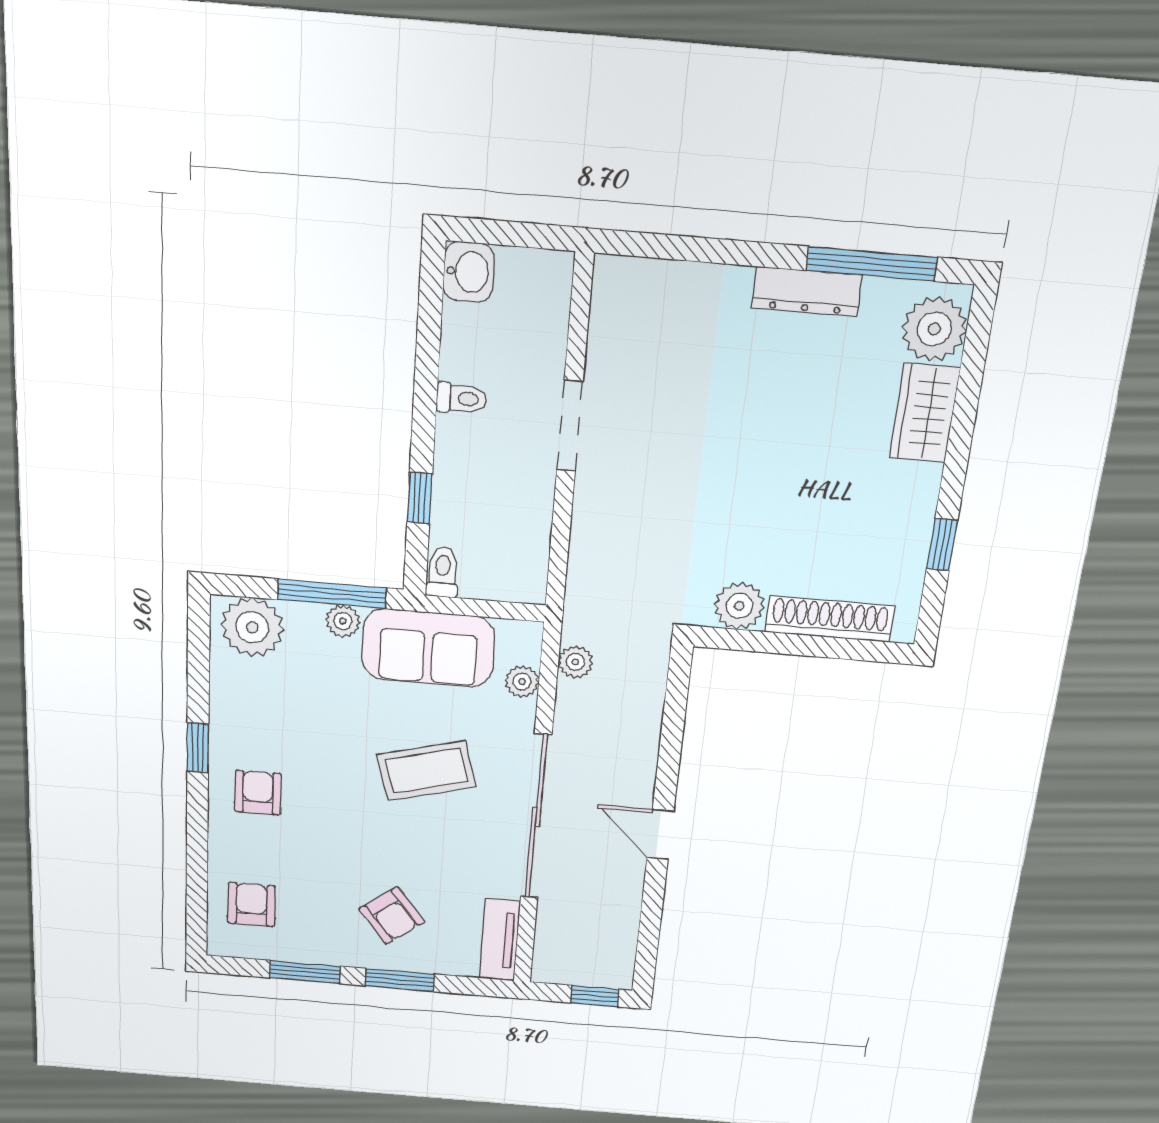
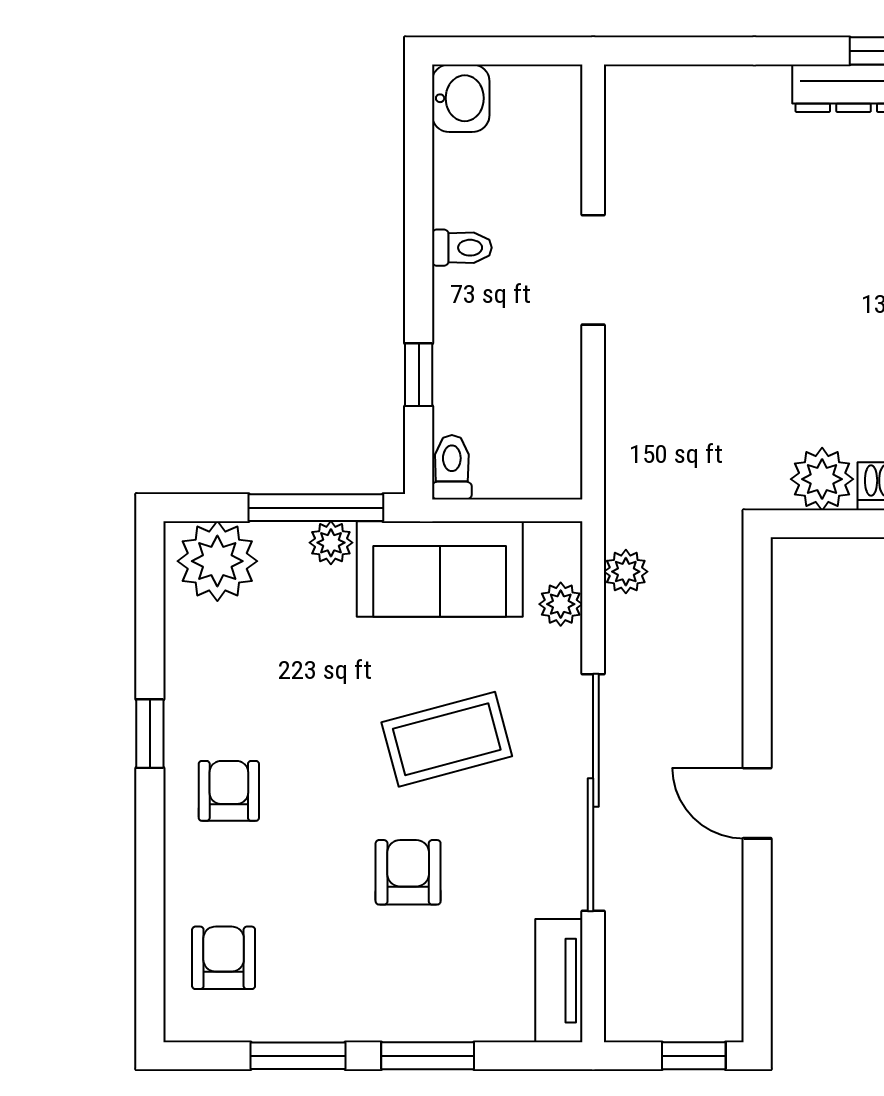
armchair: (392, 915) -> (408, 872), moved, turned -142

